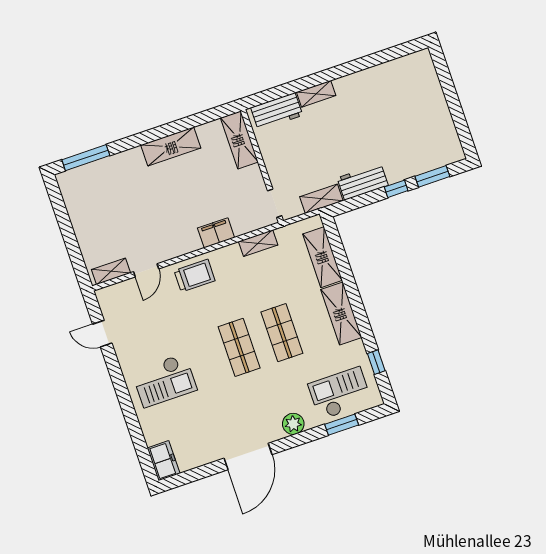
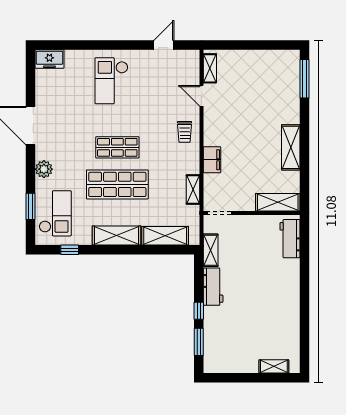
shelving: (316, 94) -> (274, 366), moved, turned 90
trolley: (195, 276) -> (185, 132), width x0.73, depth x0.72
shop shelf: (282, 333) -> (117, 184), width x1.43, depth x1.36

